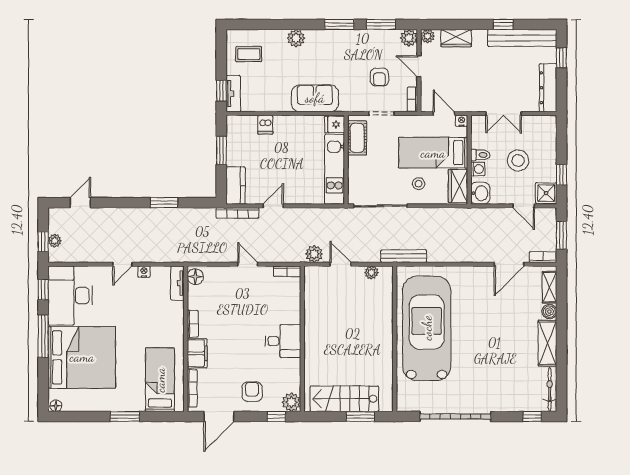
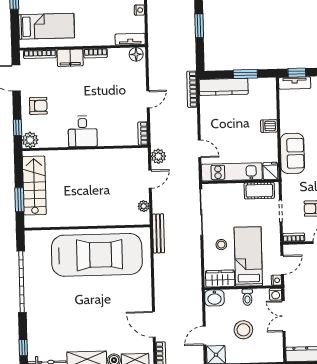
dishwasher: (265, 125) -> (269, 126), moved
washing machine: (478, 169) -> (276, 294), moved
kitchen counter: (236, 185) -> (224, 87), width x1.50
door: (273, 206) -> (200, 149), moved

